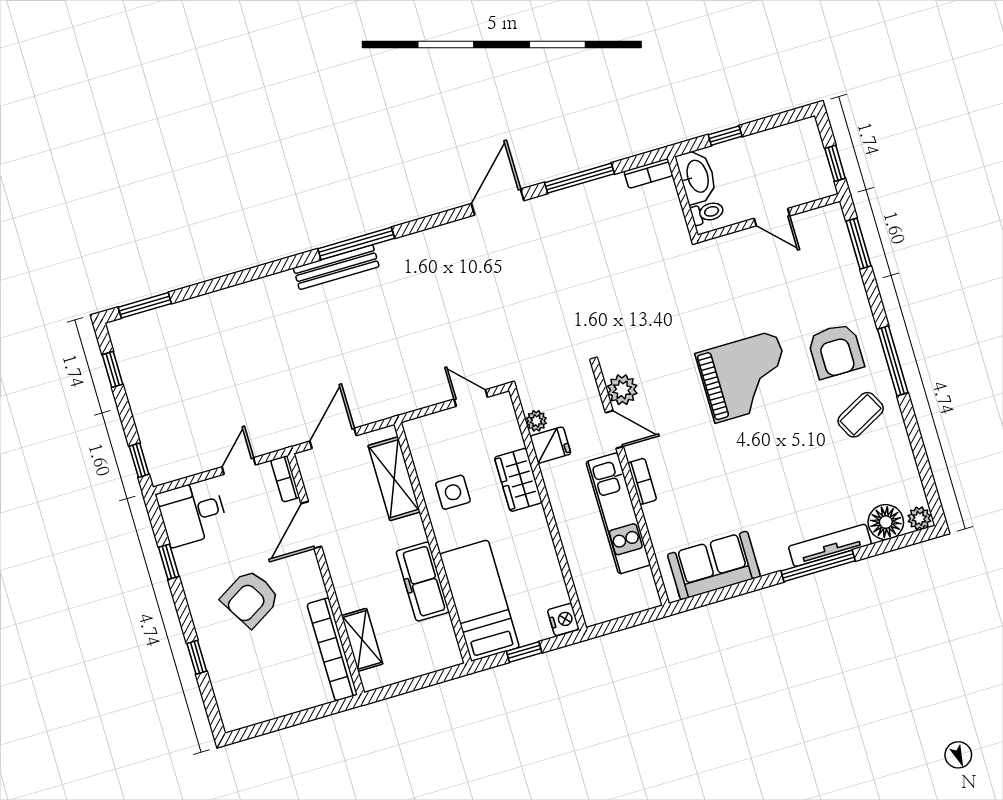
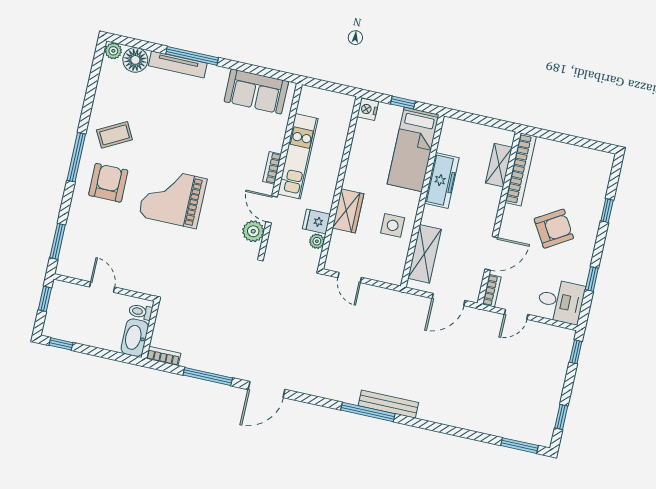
window: (725, 136) -> (61, 344), moved

